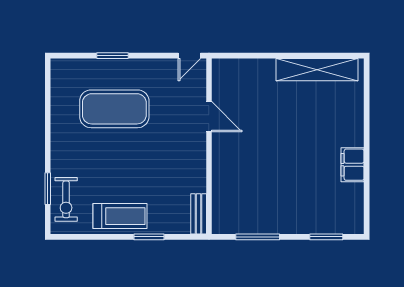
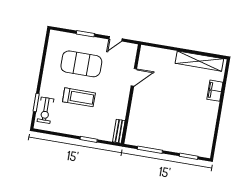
door: (189, 56) -> (115, 39), moved
door: (209, 117) -> (134, 77), hinge flipped
filing cabinet: (352, 165) -> (215, 91), moved
treadmill: (120, 216) -> (79, 97), moved

